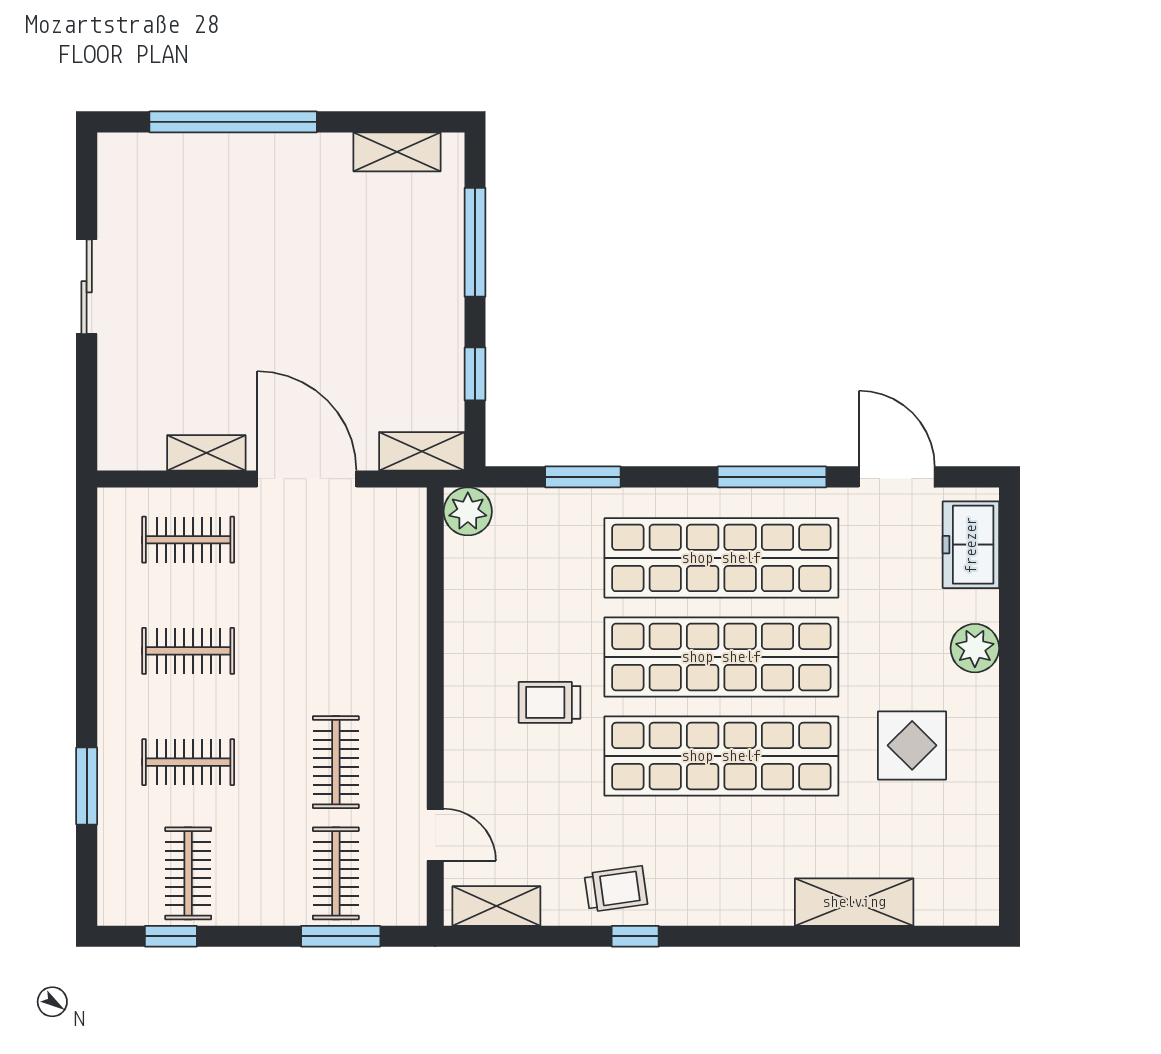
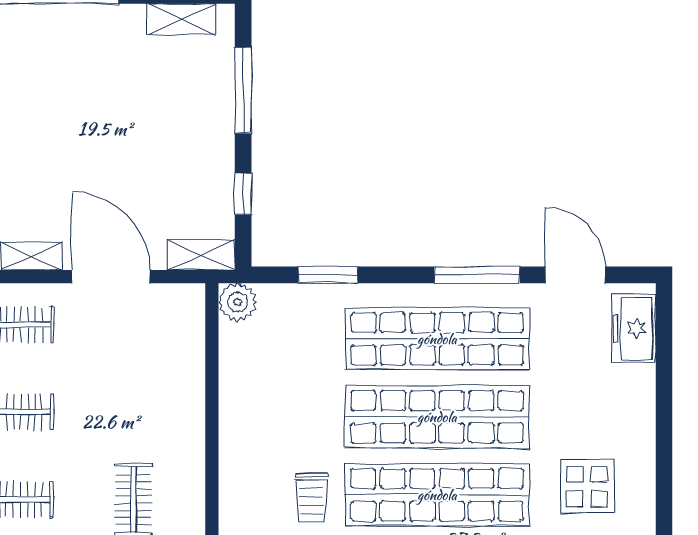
plant: (975, 648) -> (637, 410), removed
trolley: (550, 702) -> (311, 498), moved, turned -90

